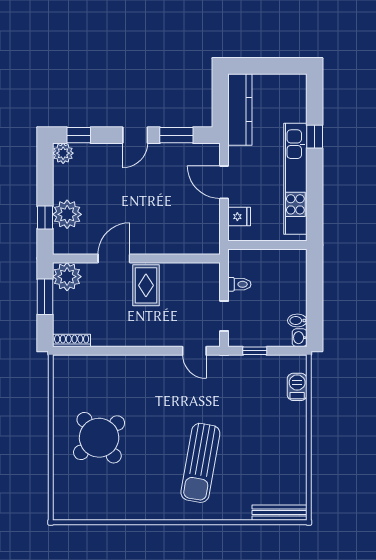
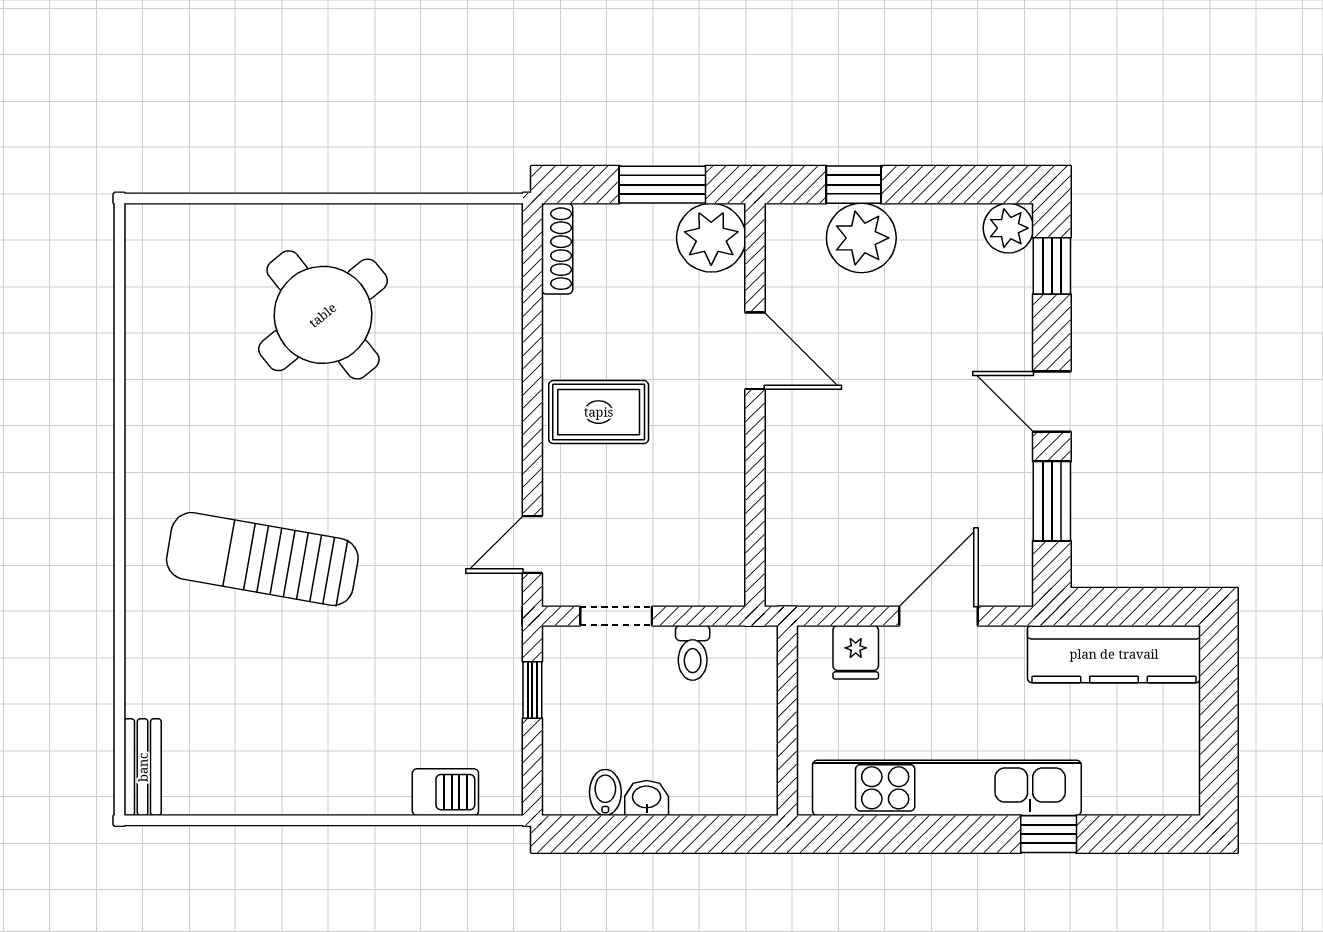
rug: (146, 285) -> (599, 412), moved
washbasin: (300, 338) -> (647, 798), moved
bench: (279, 513) -> (143, 767), width x0.73

